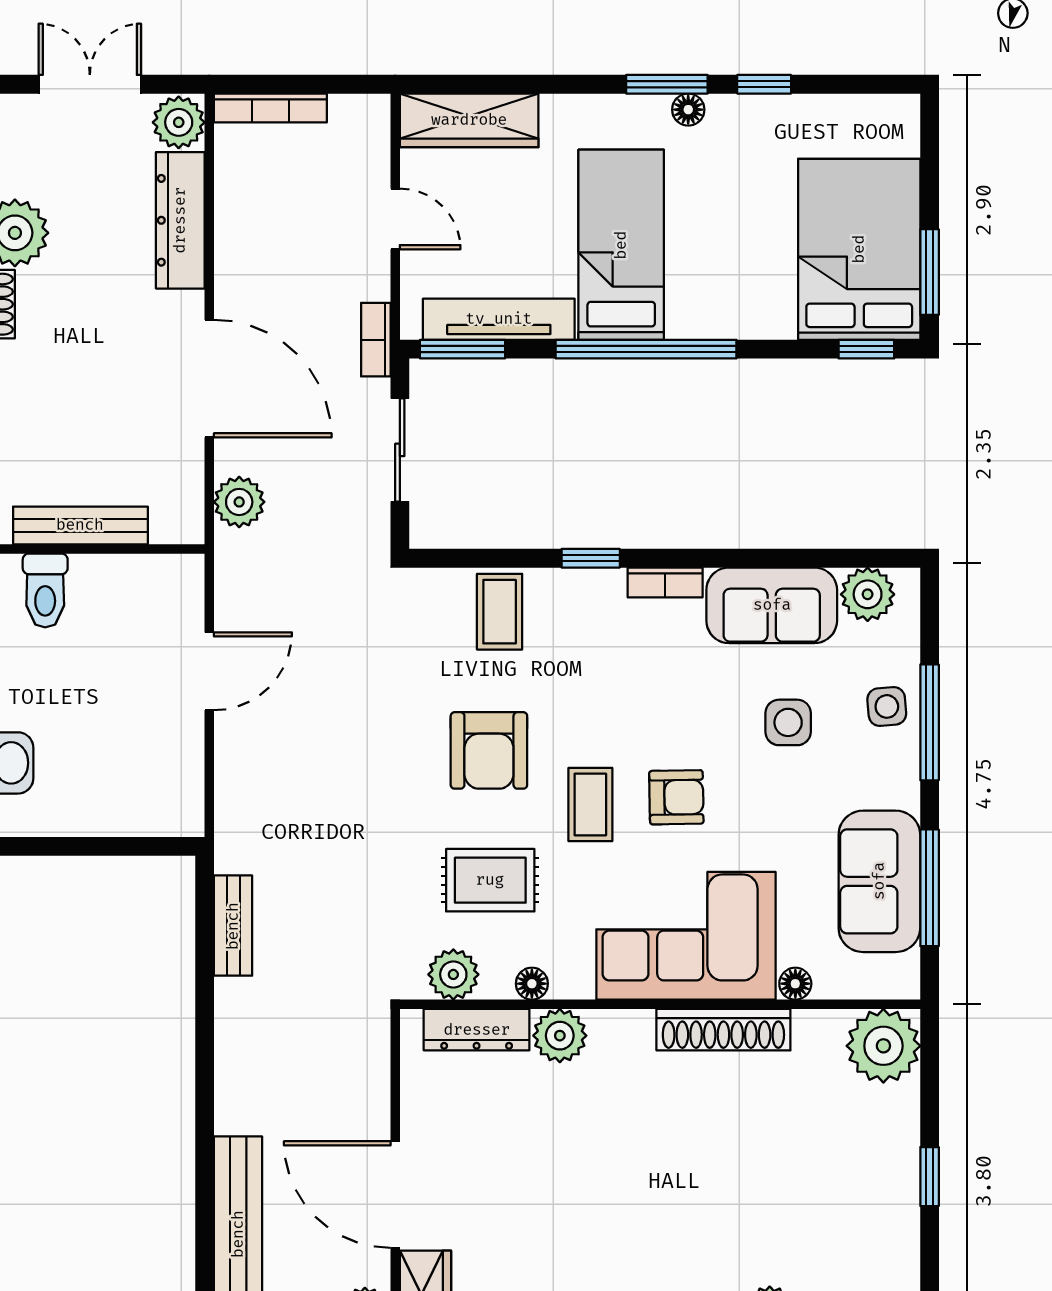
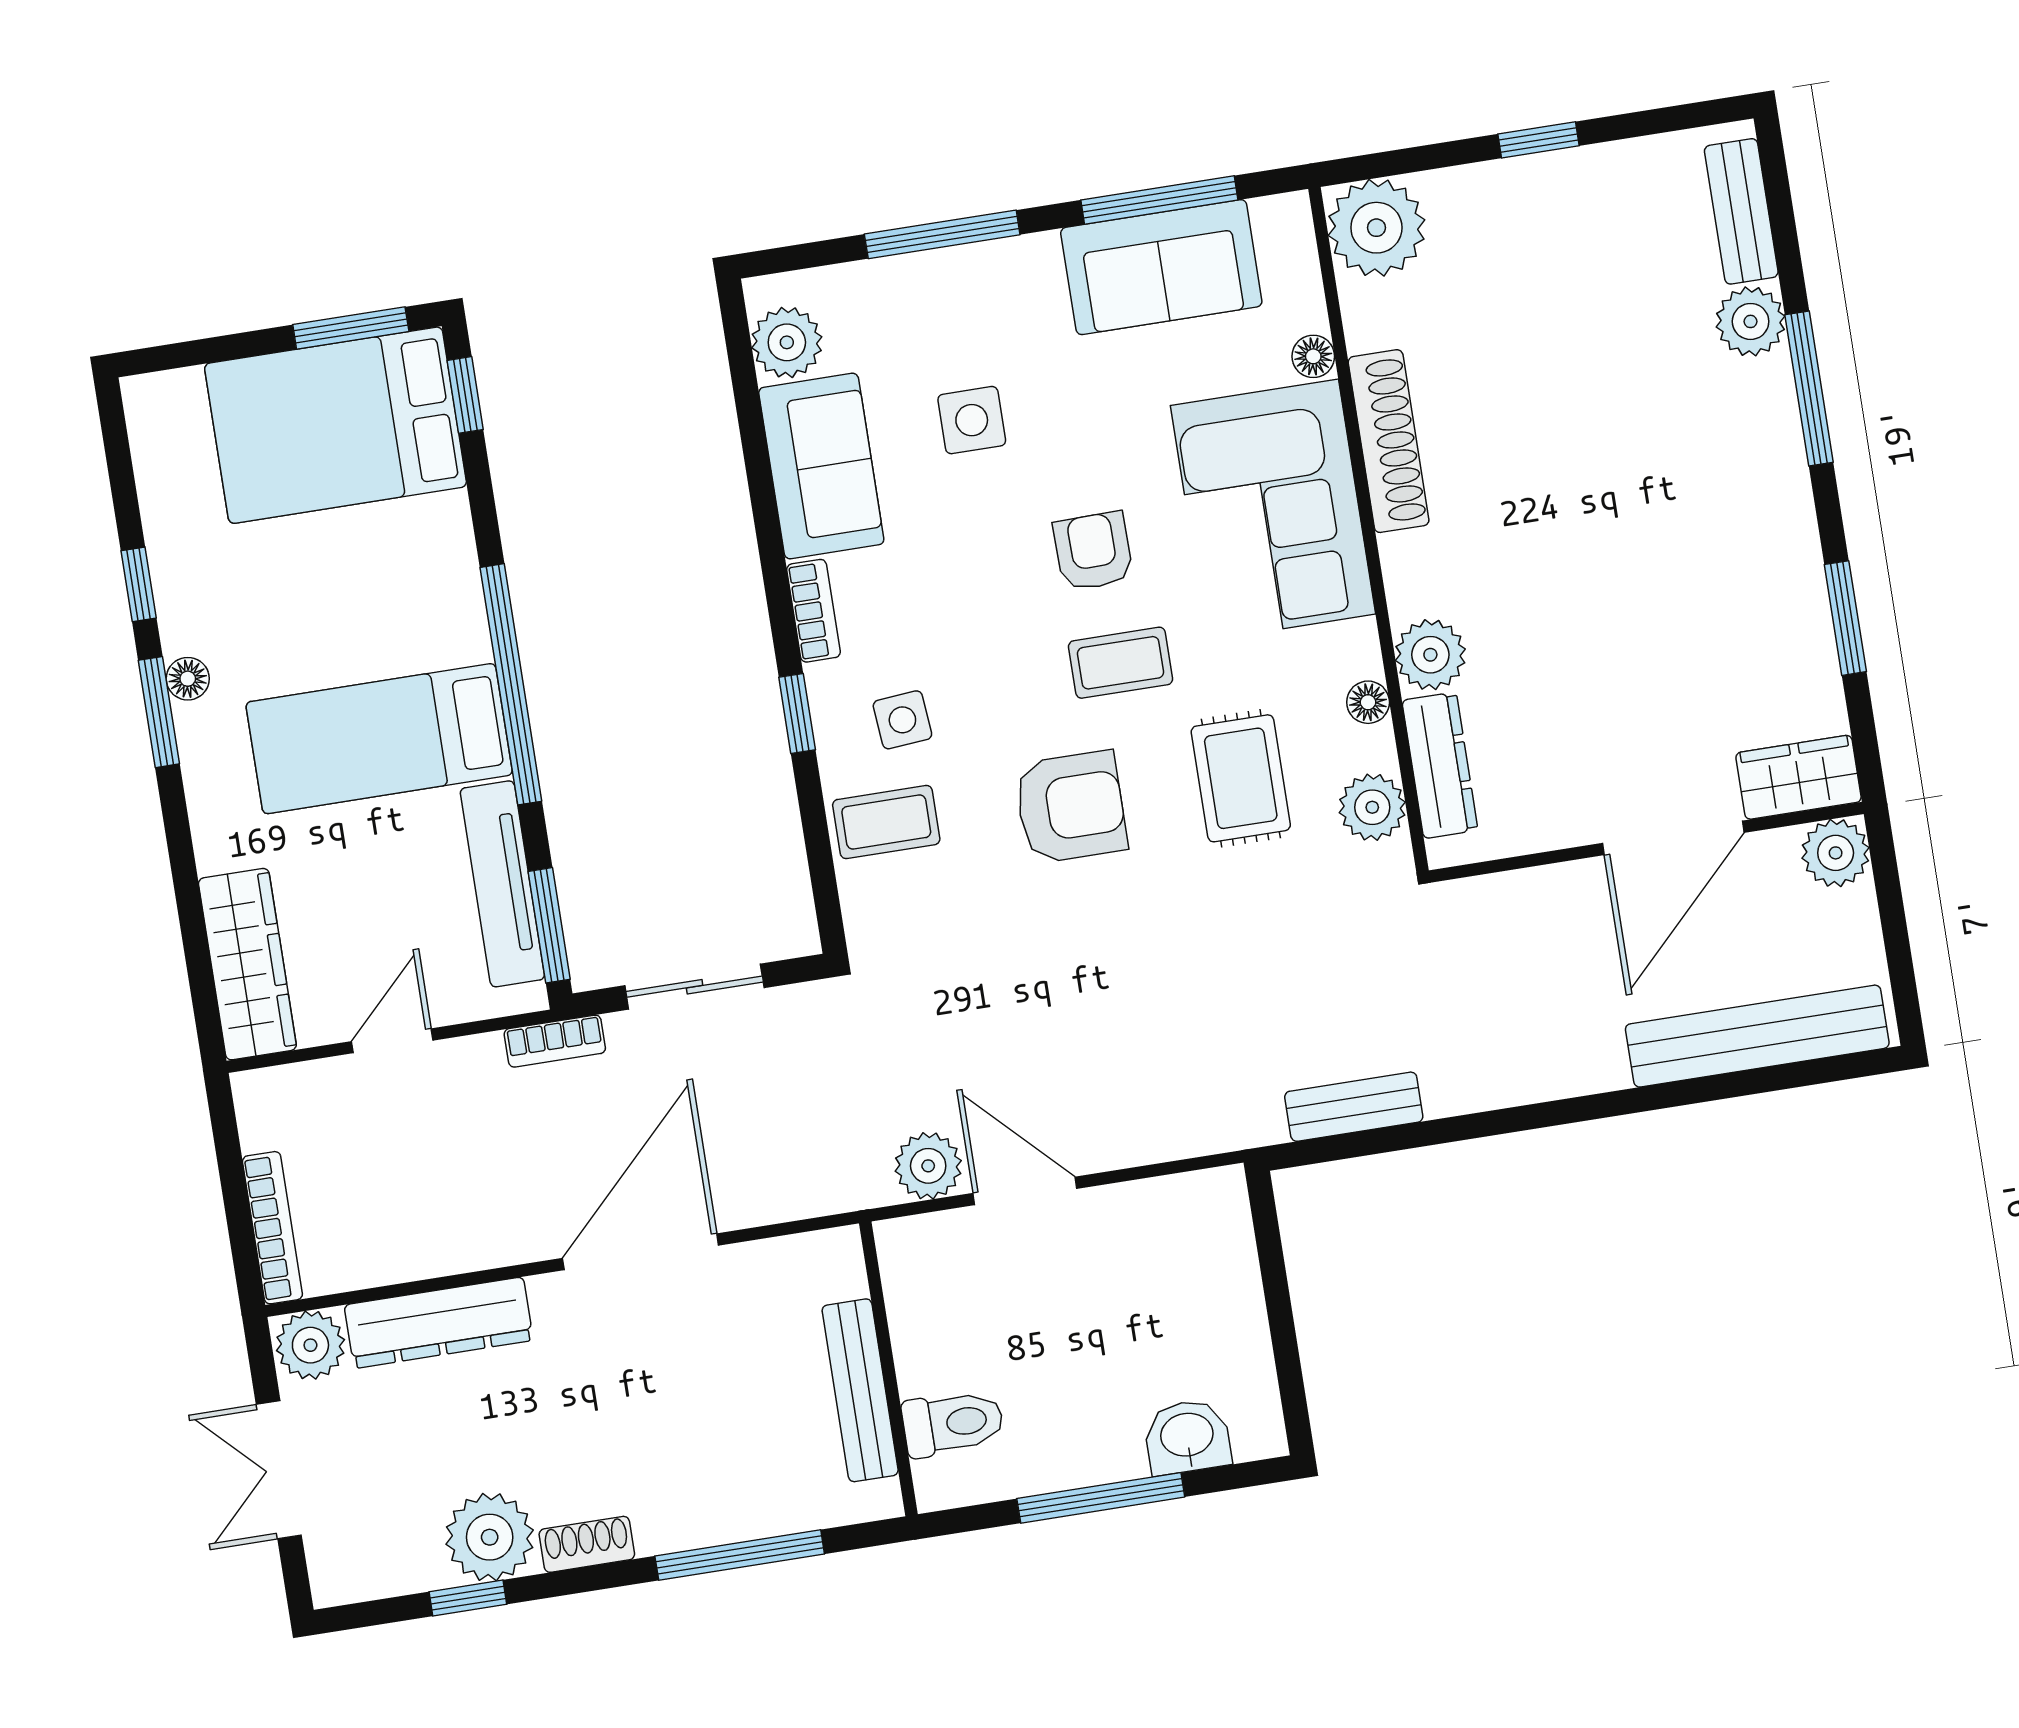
plant: (239, 502) -> (928, 1166), moved
side table: (887, 706) -> (902, 720), moved

